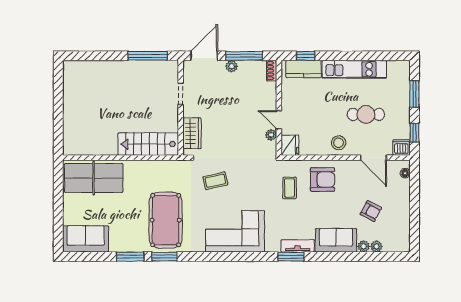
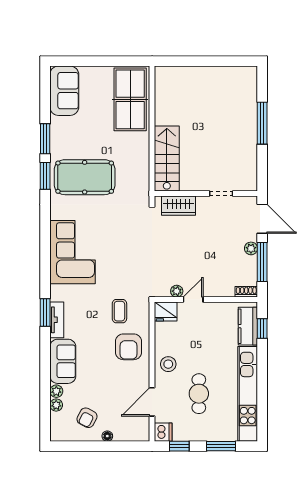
window: (148, 56) -> (262, 123), moved
kitchen unit: (354, 69) -> (248, 394), width x1.36
floor lamp: (405, 173) -> (107, 436), moved
coffee table: (215, 181) -> (127, 231), removed
coffee table: (290, 188) -> (119, 311), turned 90
armchair: (371, 211) -> (87, 418), moved

